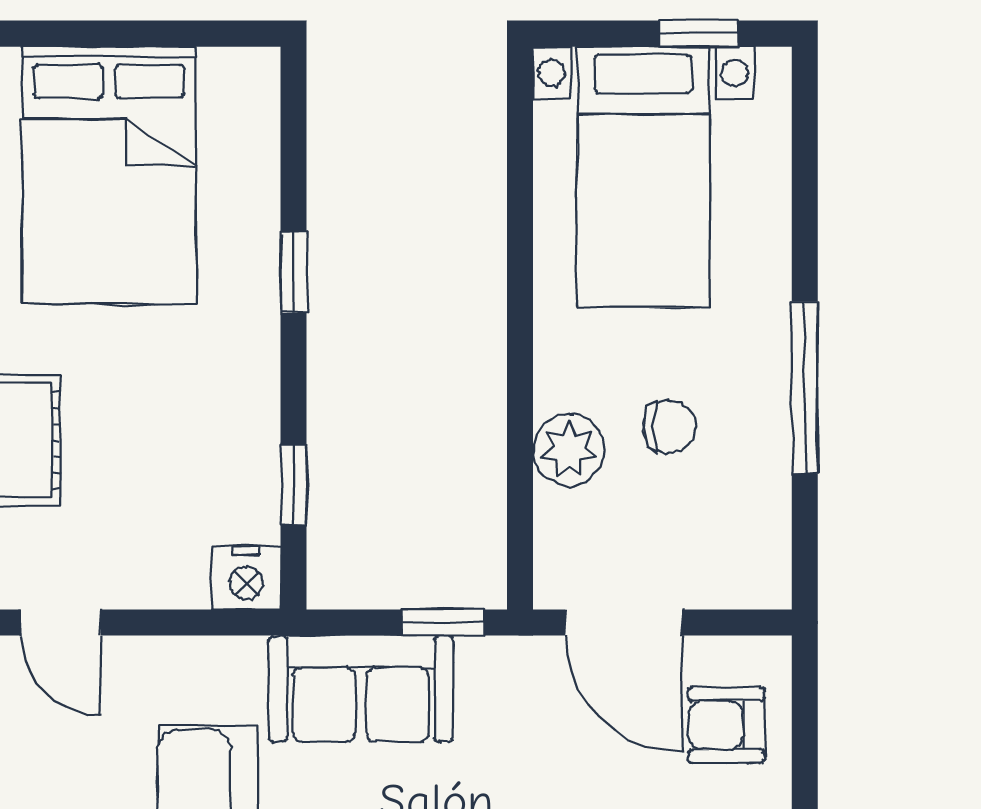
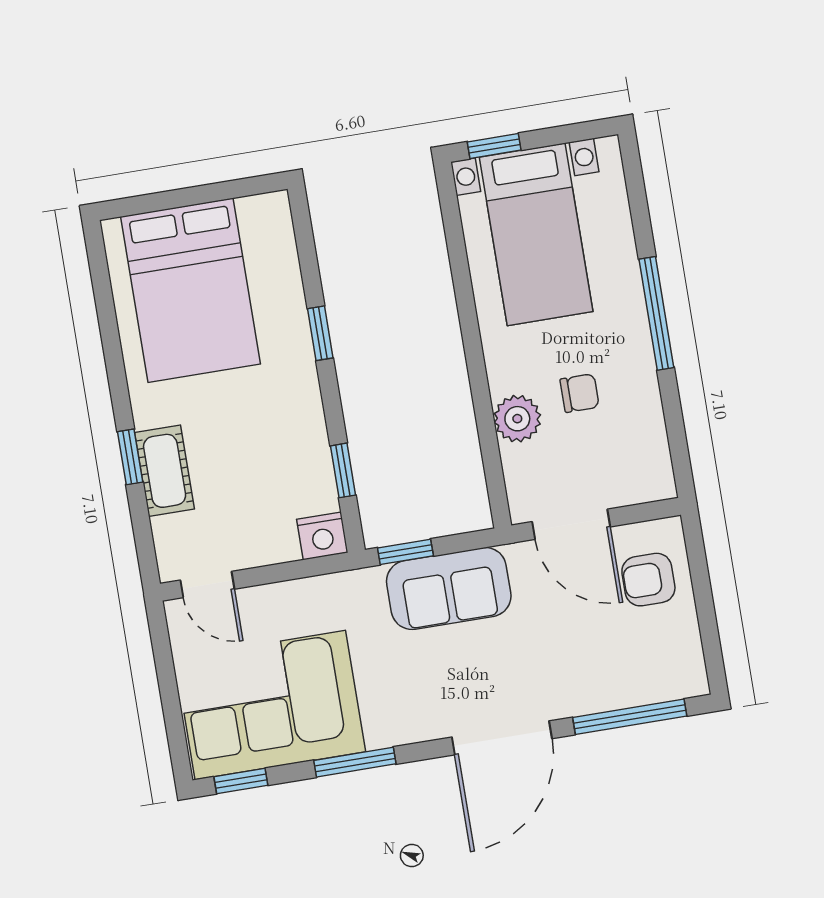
window: (699, 34) -> (494, 146), moved
window: (805, 387) -> (656, 313), moved
window: (444, 623) -> (405, 552), moved
sofa: (361, 689) -> (449, 589), moved

